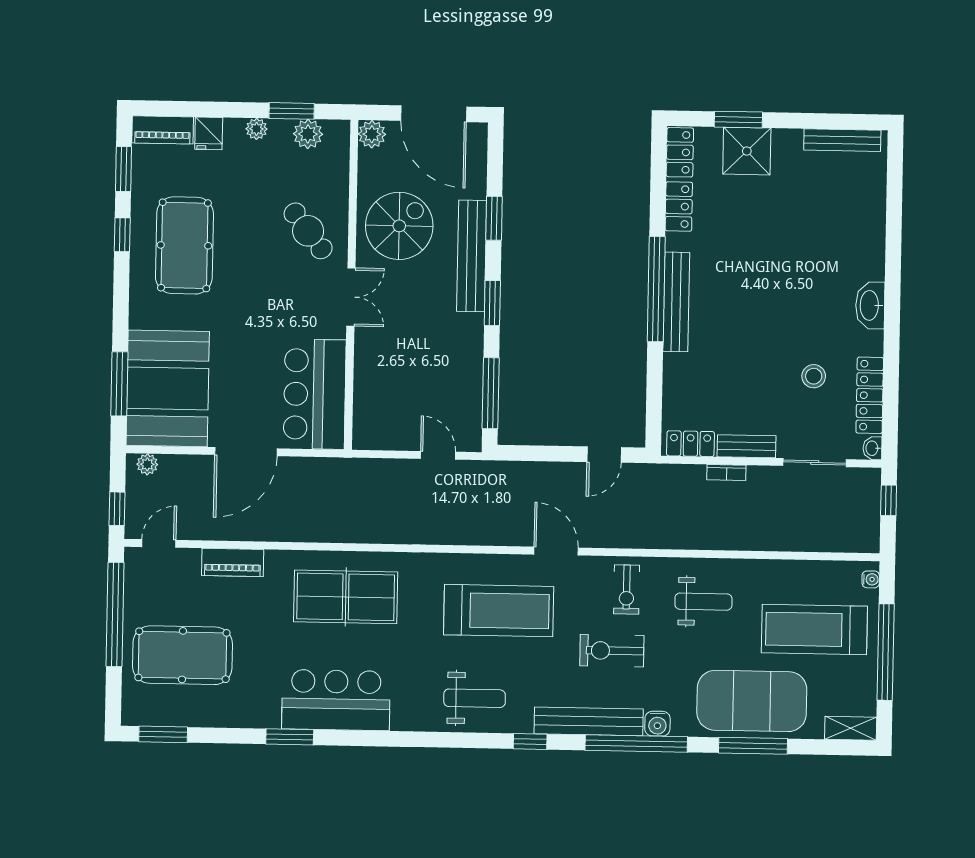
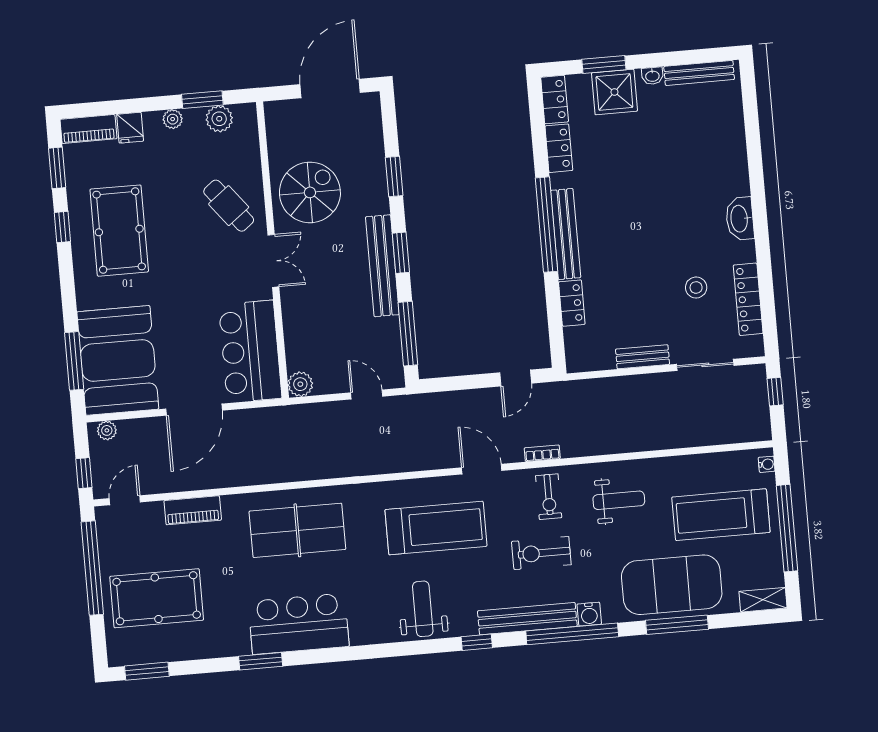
door: (434, 114) -> (330, 88), swing flipped
plant: (372, 134) -> (300, 384), moved
bench: (472, 256) -> (382, 266), moved
locker: (690, 444) -> (572, 303), moved, turned 90
washbasin: (872, 448) -> (652, 76), moved, turned -90
bookcase: (726, 472) -> (542, 453), moved, turned 180
weight bench: (475, 698) -> (423, 609), turned -90

